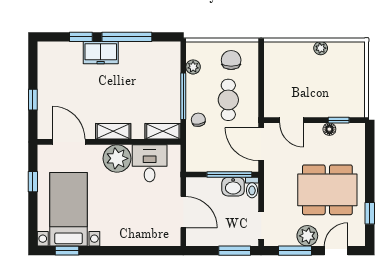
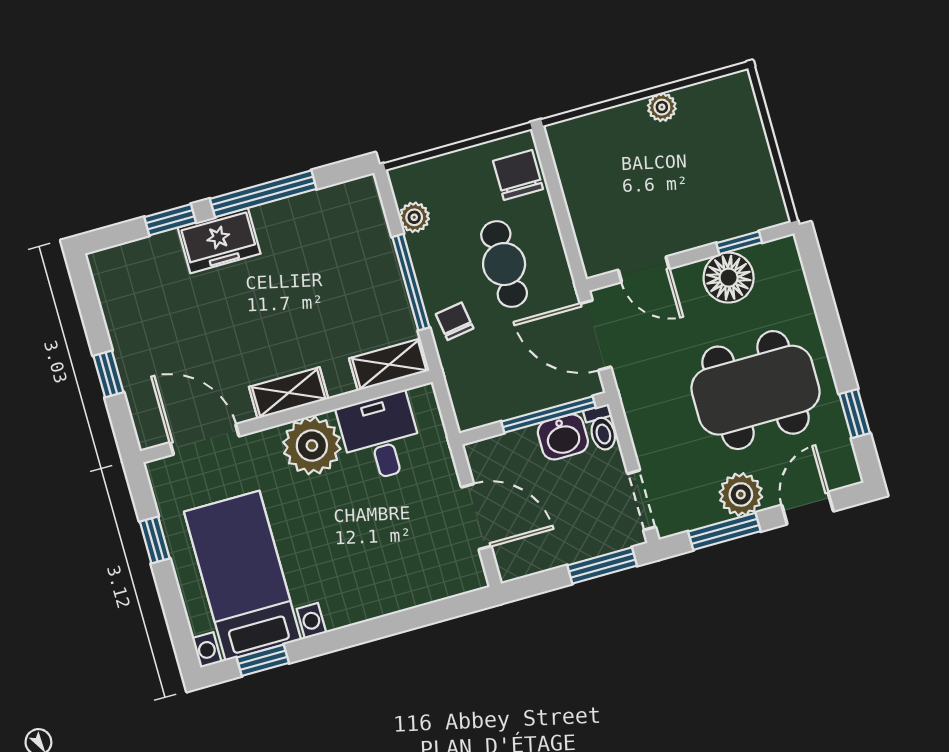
chair: (231, 60) -> (518, 175), moved
floor lamp: (329, 129) -> (729, 278), width x1.89, depth x1.89

